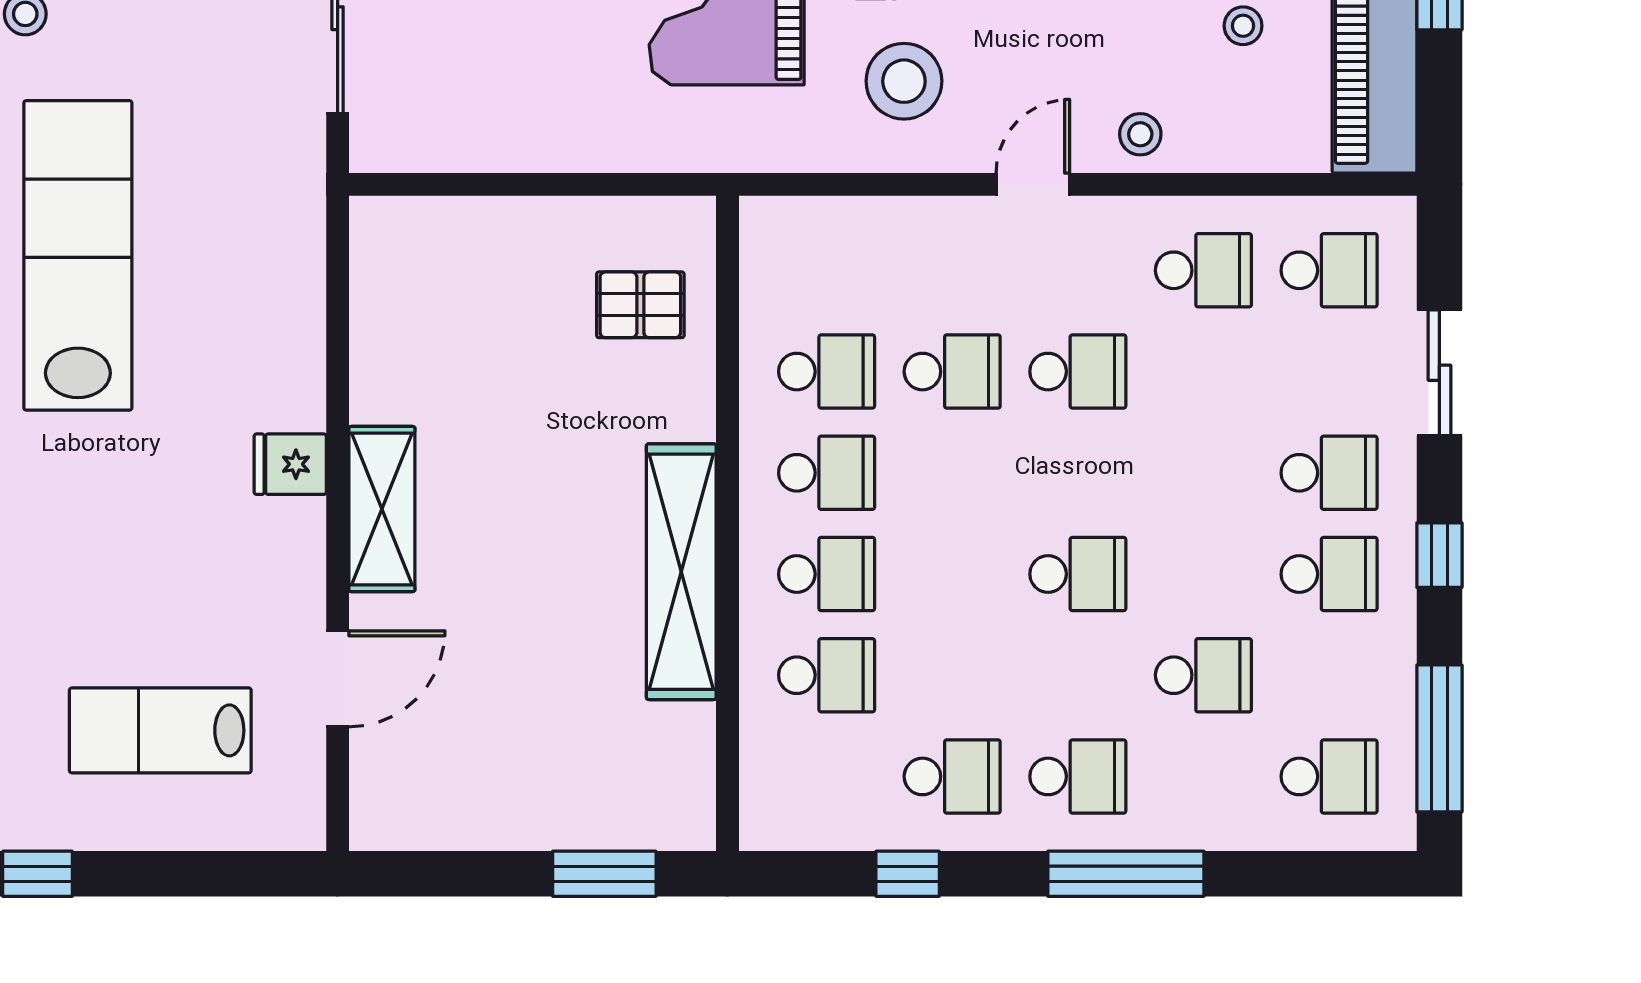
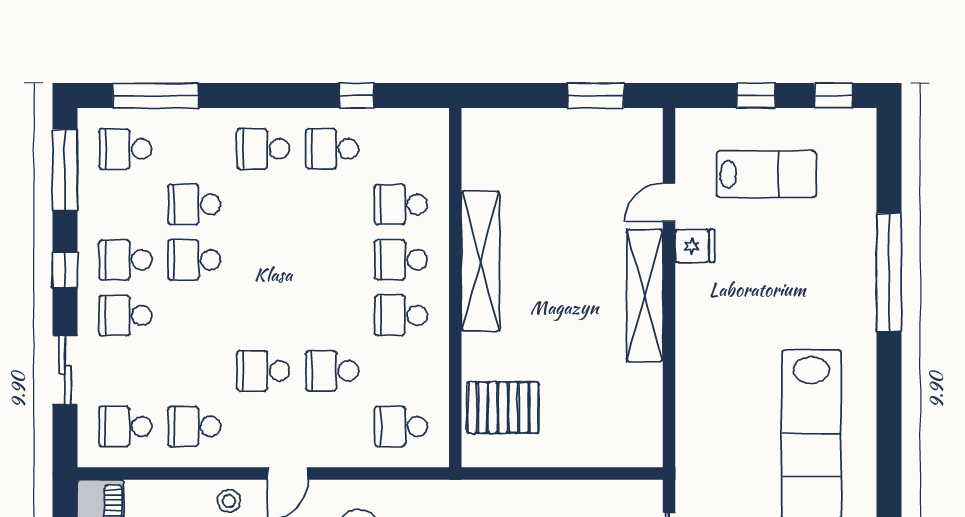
pallet: (640, 305) -> (503, 407), width x1.50, depth x1.42
school desk: (827, 372) -> (401, 426), moved
fridge: (290, 464) -> (695, 246), moved
shelving: (382, 509) -> (645, 296), width x1.47
school desk: (1078, 574) -> (194, 260), moved
door: (338, 679) -> (669, 202), width x0.73
window: (179, 874) -> (756, 96), added
window: (604, 874) -> (595, 96), moved
window: (1126, 874) -> (156, 96), moved

